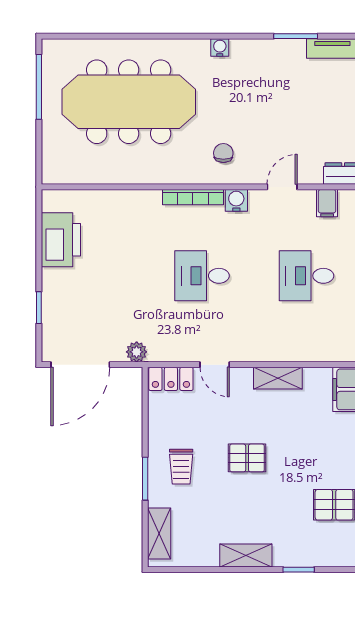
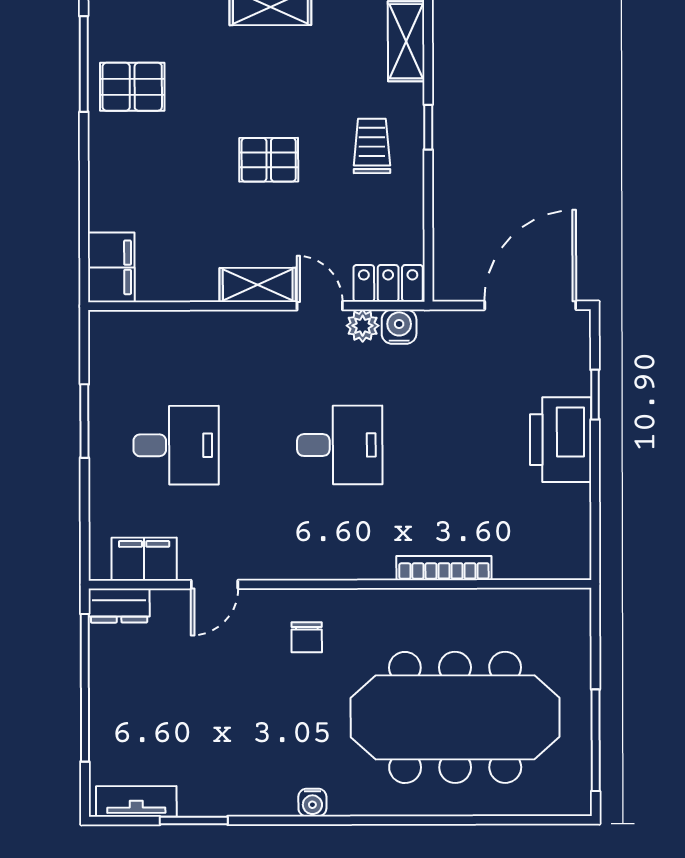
bookcase: (193, 197) -> (444, 568), moved
water cooler: (236, 200) -> (399, 327), moved, turned 180
filing cabinet: (327, 203) -> (144, 559), width x2.00
printer: (61, 240) -> (561, 440), moved
plant: (137, 352) -> (363, 326), moved
shelving: (278, 378) -> (258, 285), moved
window: (145, 479) -> (428, 127), width x0.67

